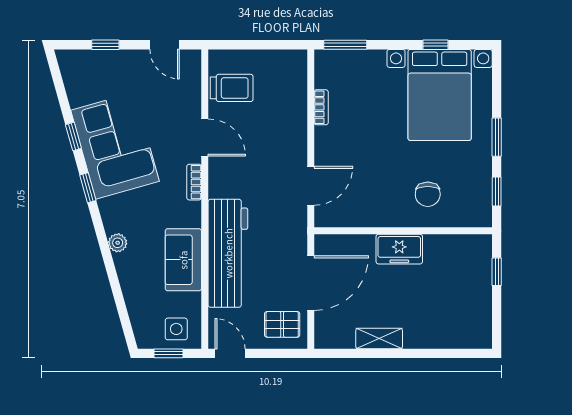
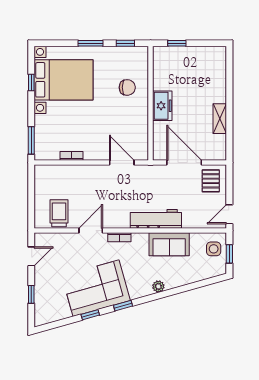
workbench: (228, 253) -> (156, 219), width x0.73, depth x0.76

